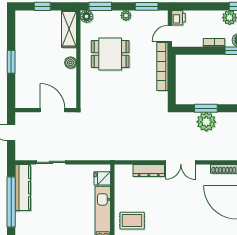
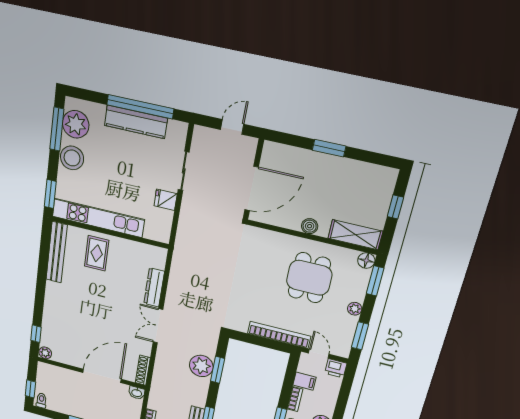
filing cabinet: (196, 39) -> (304, 381), added
door: (53, 110) -> (252, 189), width x1.36
fridge: (102, 178) -> (166, 200), moved, turned -90
kitchen counter: (23, 188) -> (136, 122), moved

